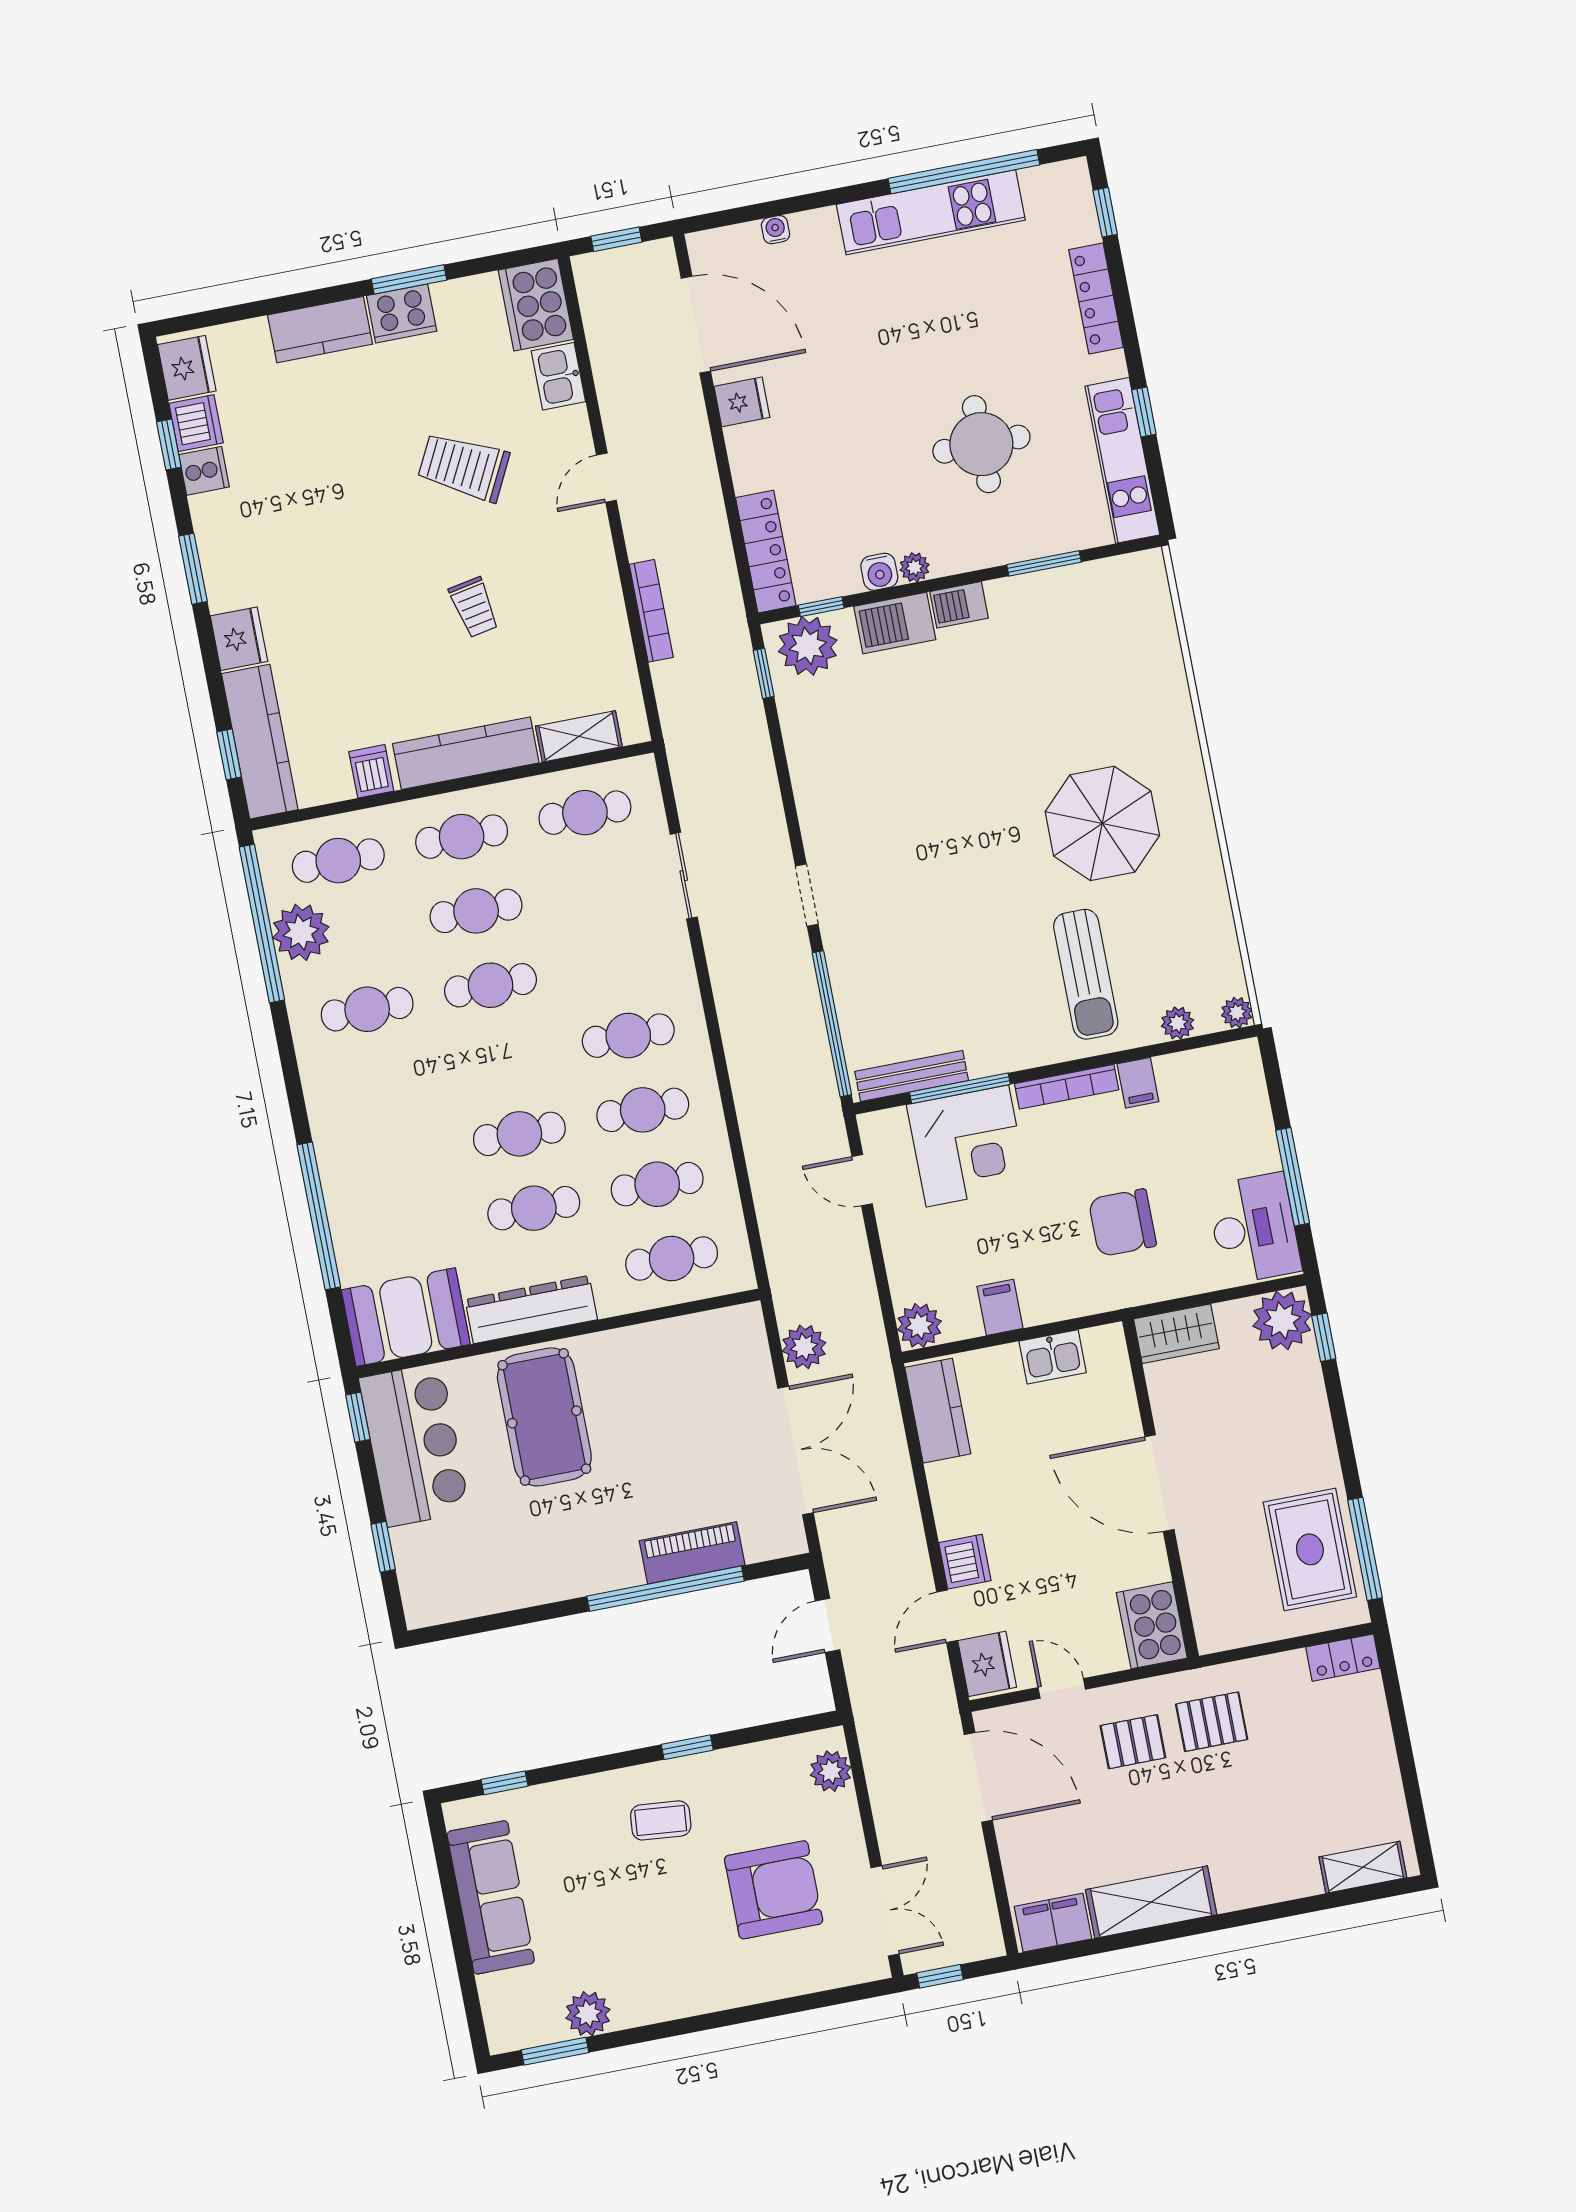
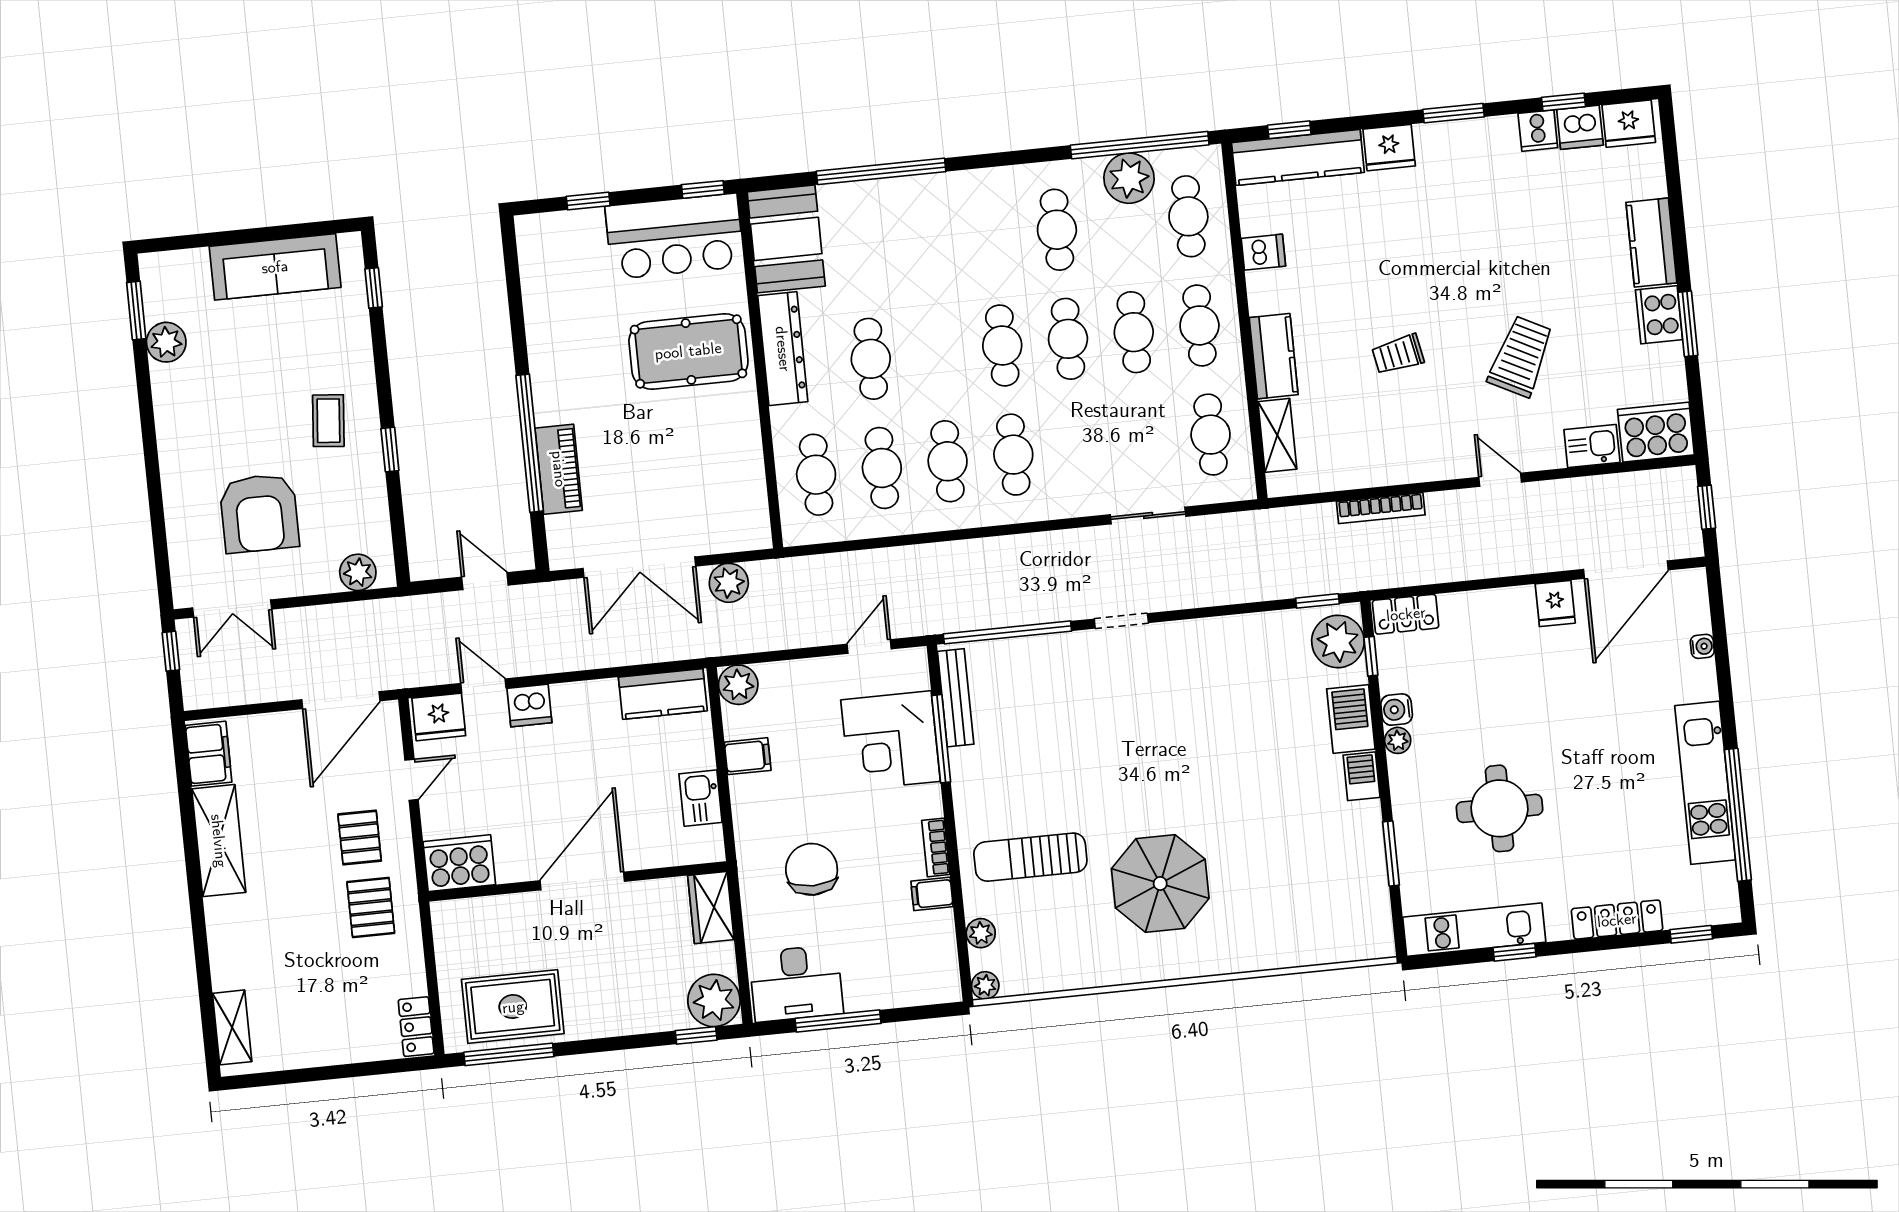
locker: (766, 552) -> (1406, 614), width x0.66
kitchen counter: (466, 753) -> (1274, 356), width x0.67
bookcase: (1067, 1087) -> (936, 847), width x0.64
cafe table: (519, 1134) -> (1002, 346), moved

